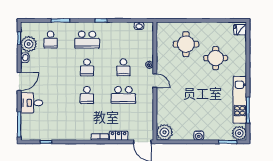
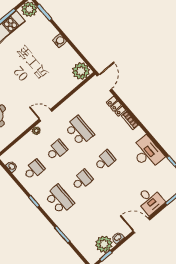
school desk: (51, 40) -> (34, 170), moved
door: (155, 81) -> (46, 115), hinge flipped
desk: (67, 129) -> (147, 153), added

